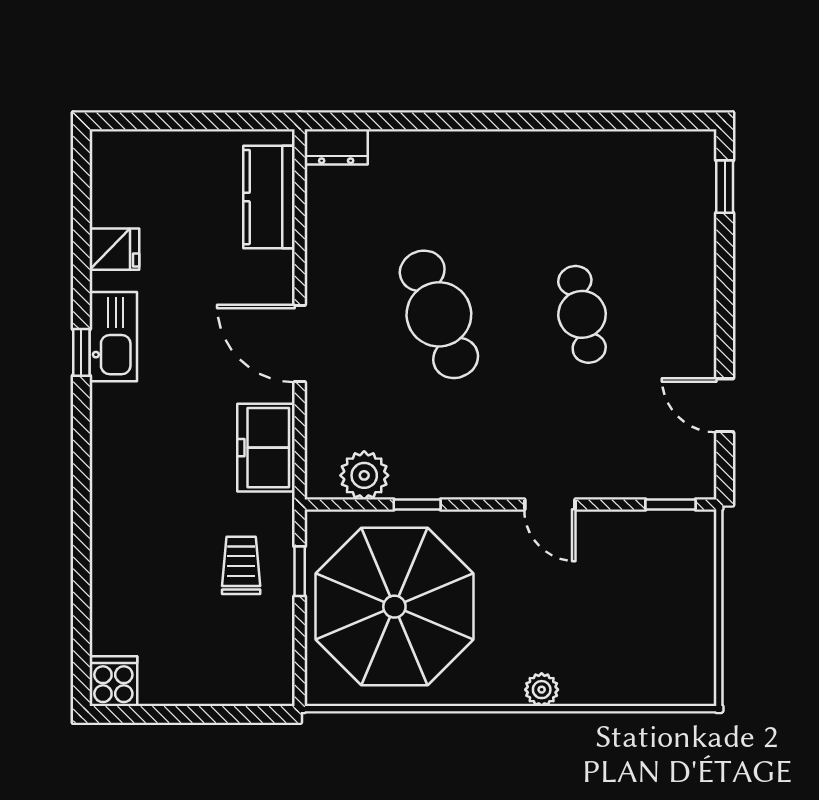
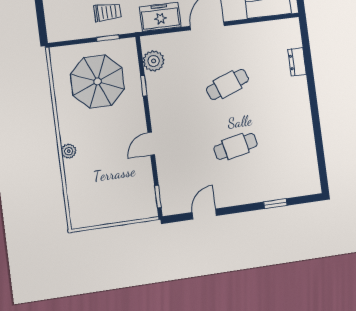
dresser: (336, 147) -> (297, 62), moved
window: (725, 187) -> (275, 204), moved
cafe table: (439, 314) -> (228, 84), width x0.73, depth x0.74
parasol: (394, 607) -> (98, 81), width x0.73, depth x0.73

